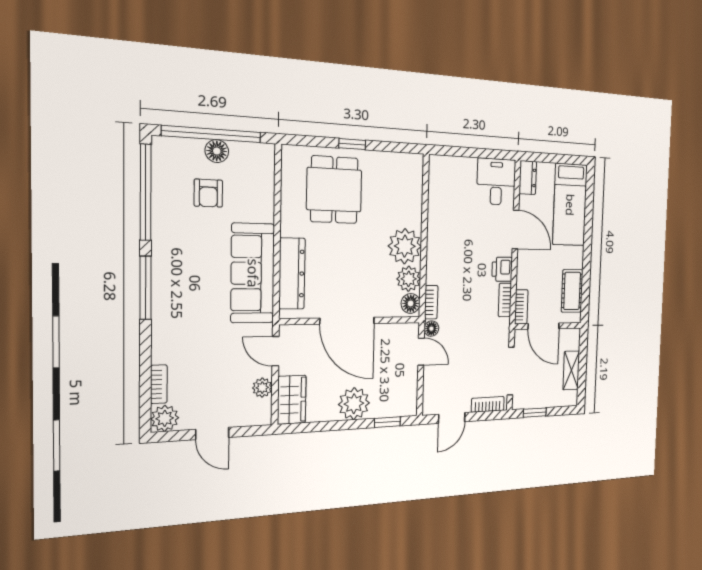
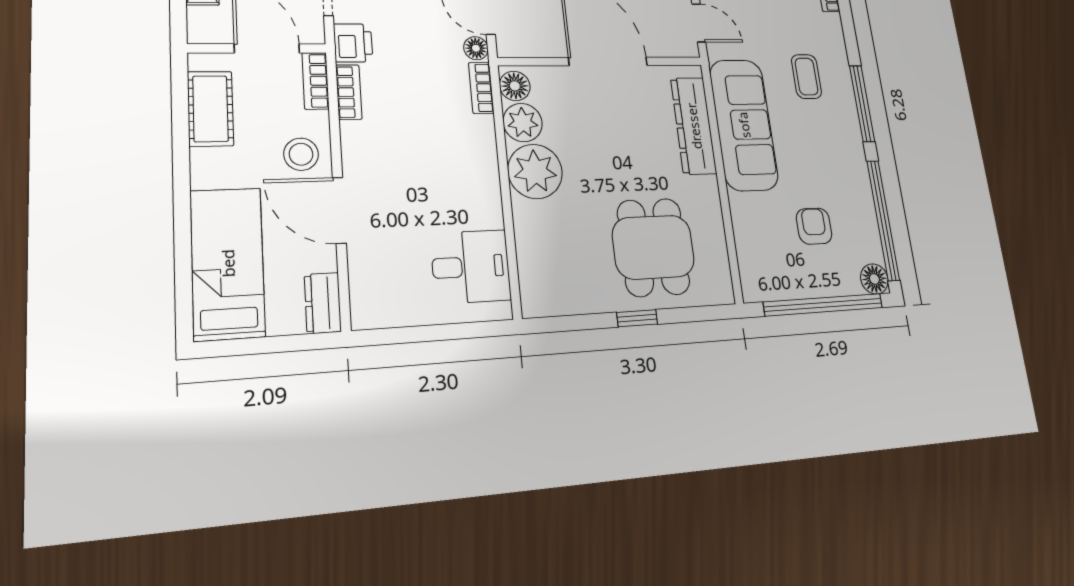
floor lamp: (217, 151) -> (874, 279), moved
desk: (496, 182) -> (471, 267), moved, turned -90
stool: (532, 263) -> (301, 154), added
printer: (502, 269) -> (353, 43), moved
coffee table: (192, 310) -> (806, 77), added

